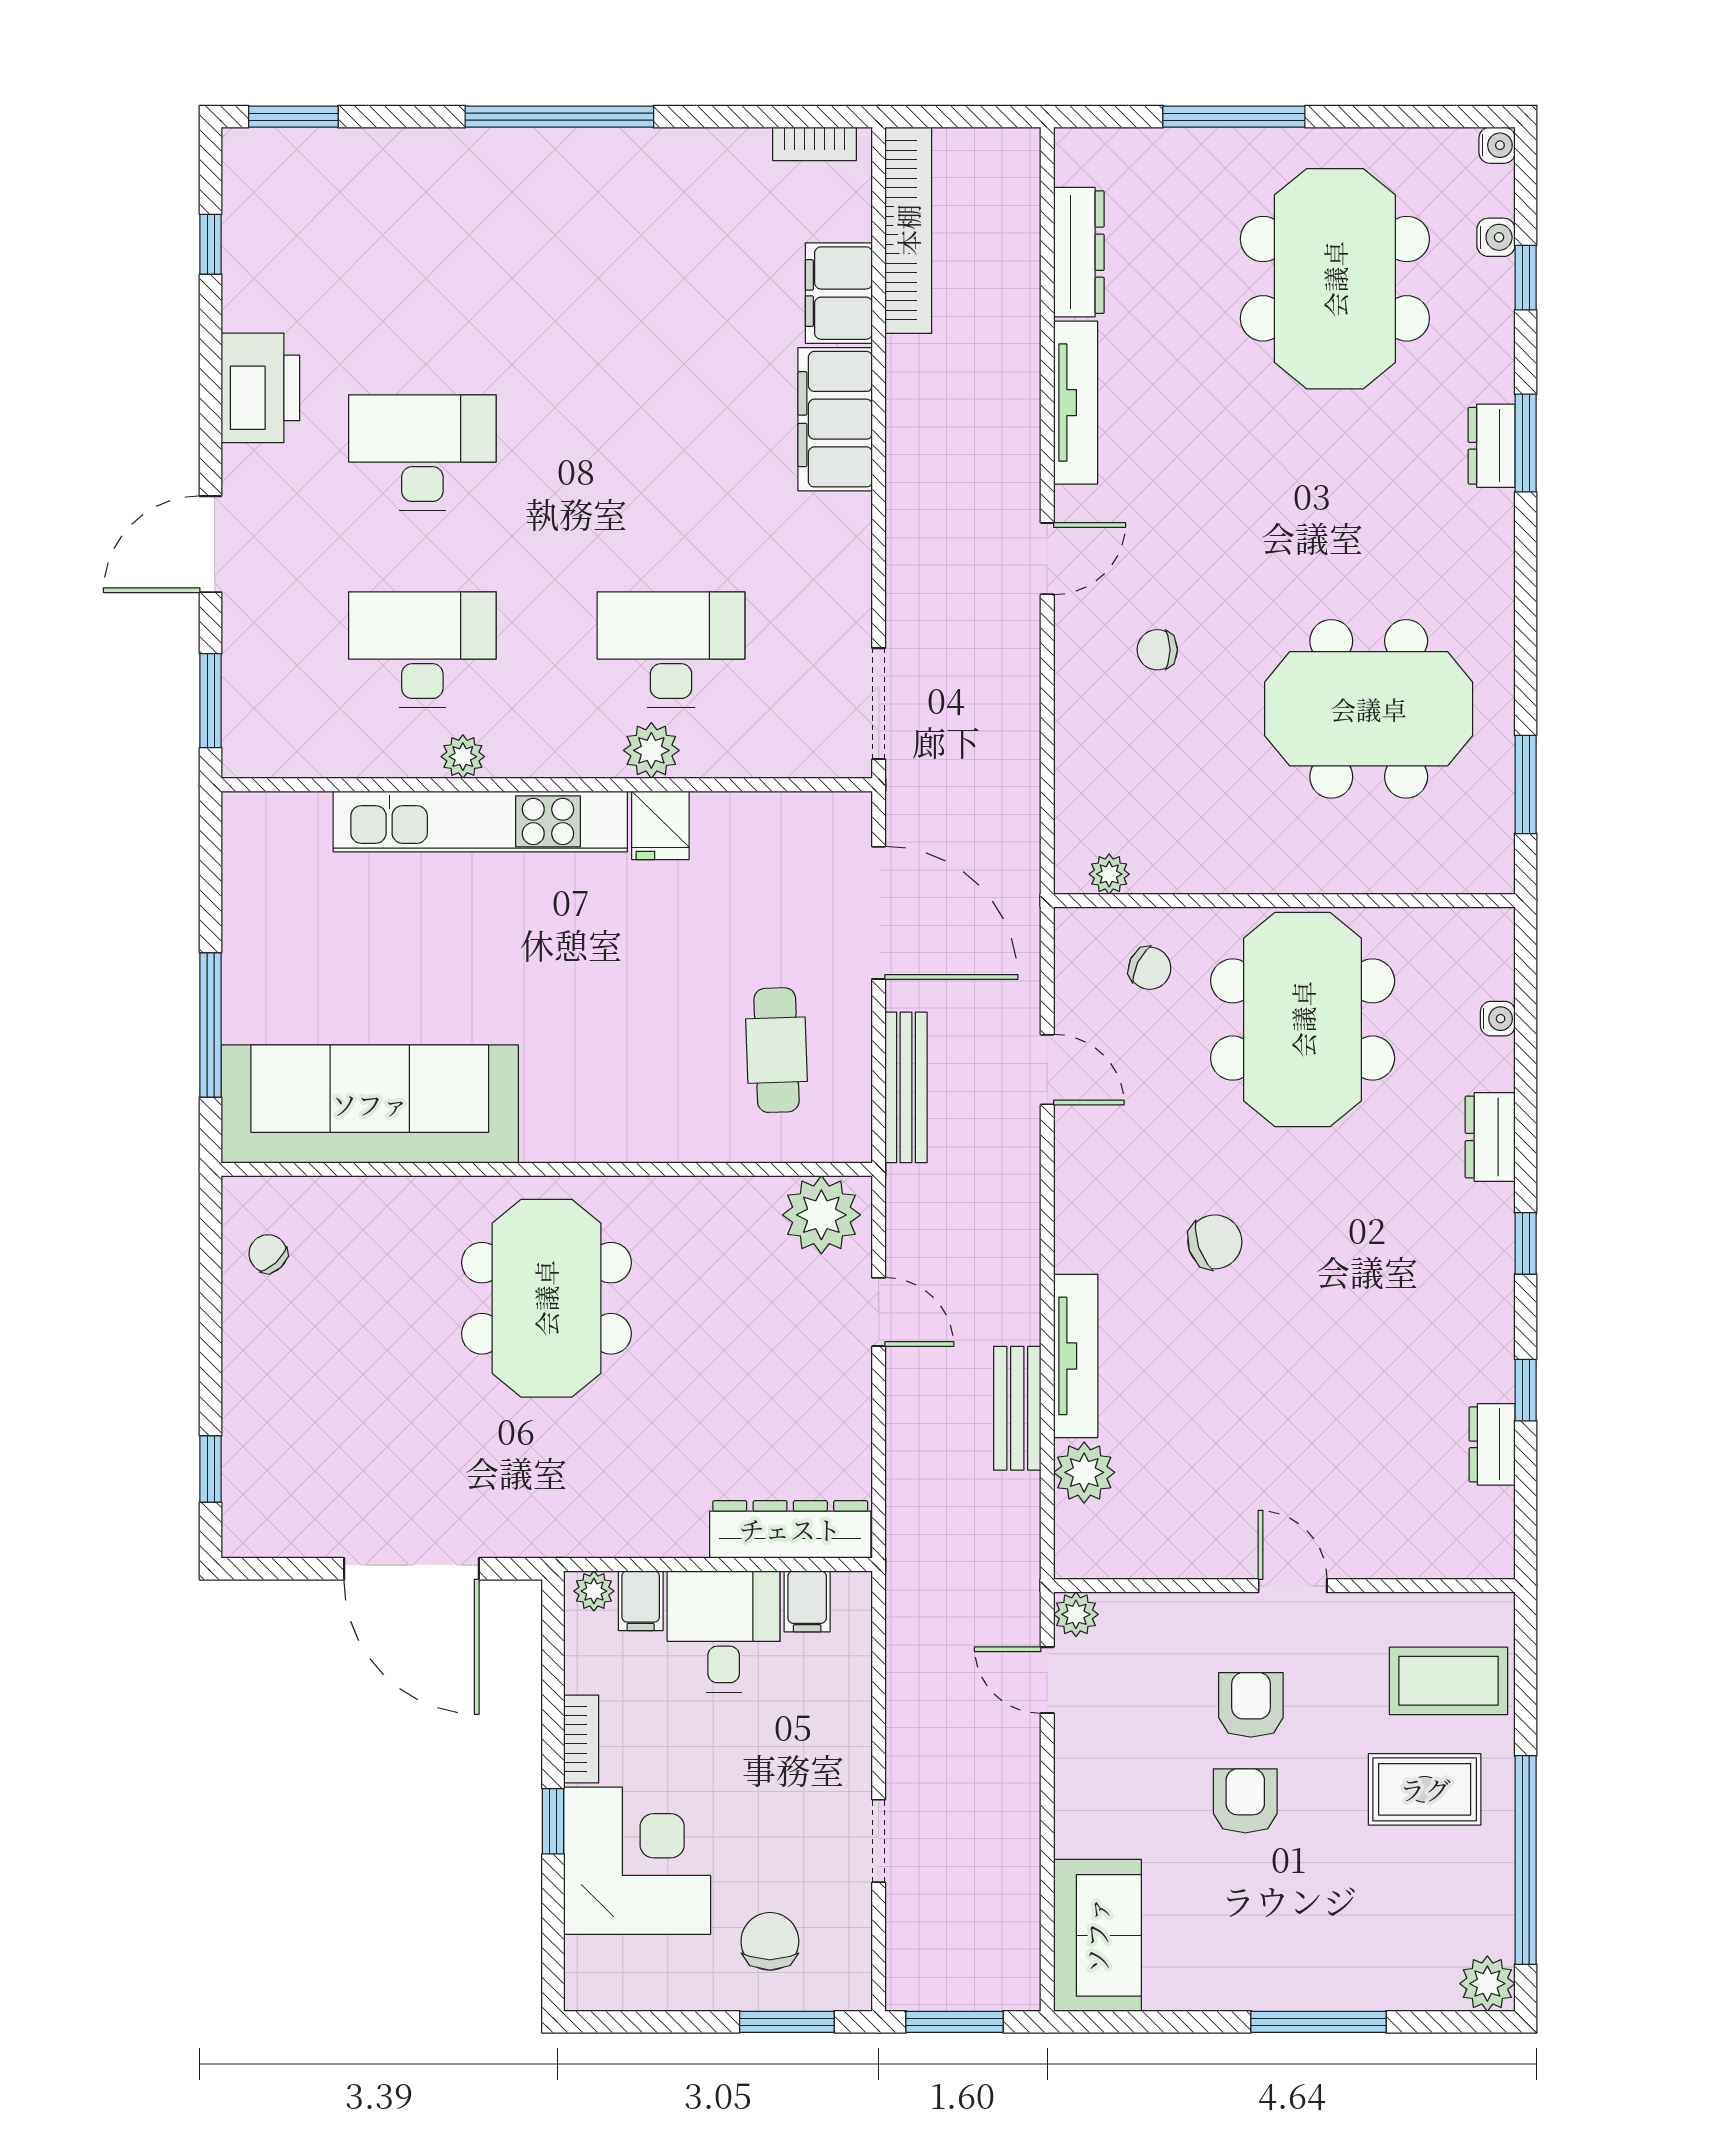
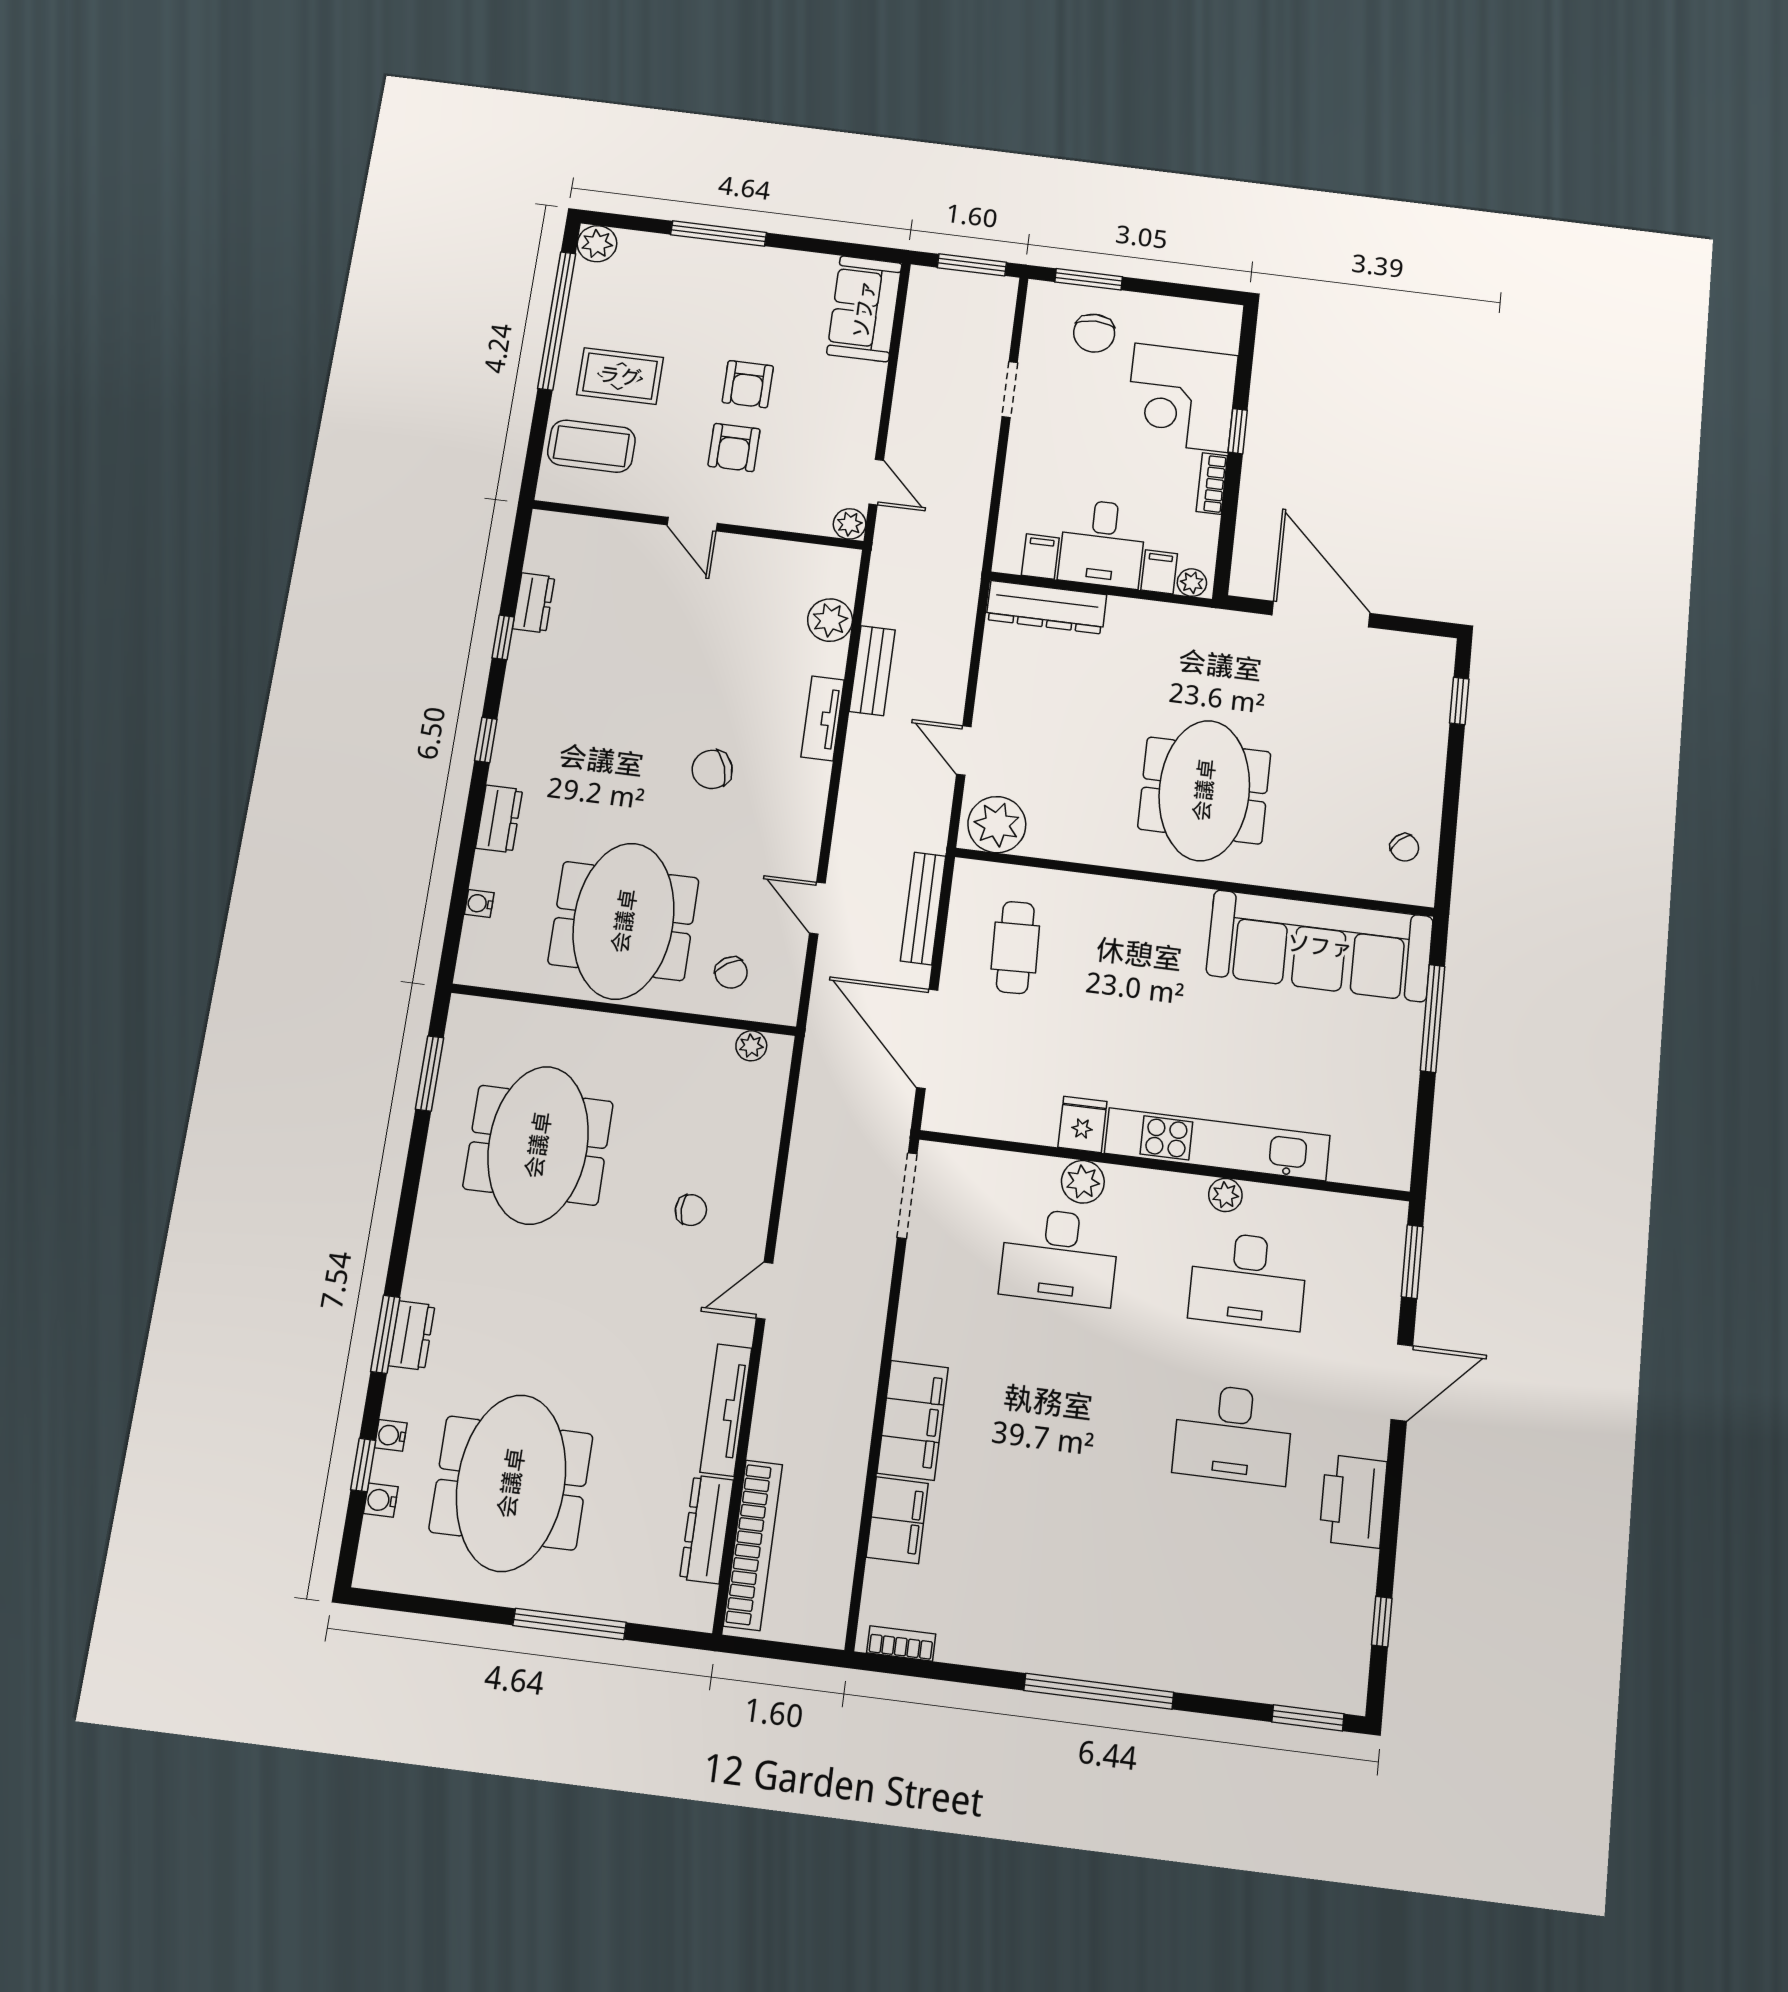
water cooler: (1497, 145) -> (391, 1435), moved
bookcase: (908, 230) -> (753, 1545), moved, turned 180
meeting table: (1369, 709) -> (538, 1145), turned 90
chair: (1150, 968) -> (731, 973), turned -148
tv unit: (1076, 1356) -> (823, 718), width x0.71

